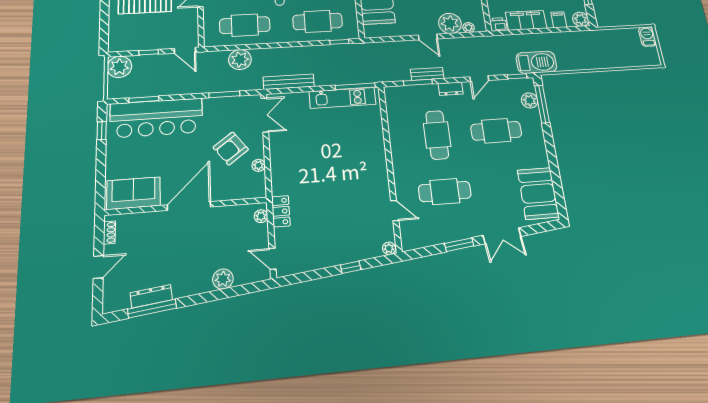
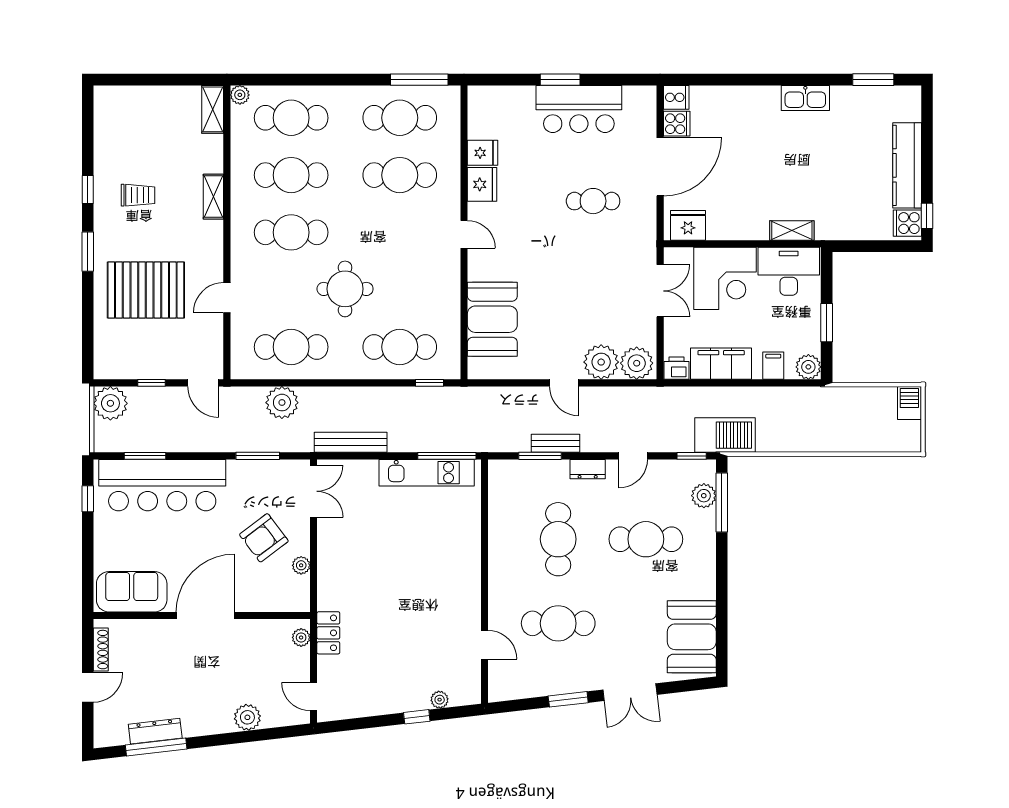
plant: (469, 28) -> (637, 363), width x1.88, depth x1.88
shoe rack: (109, 232) -> (101, 650), width x1.43
plant: (389, 248) -> (440, 700), moved

